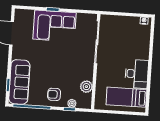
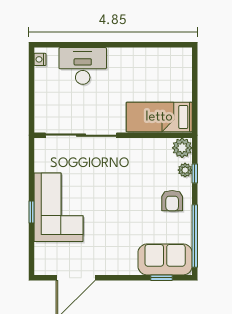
desk: (137, 74) -> (83, 66), moved
sofa: (19, 82) -> (165, 259), width x0.73
plant: (86, 87) -> (182, 148), moved
bed: (126, 97) -> (159, 117), moved, turned 90

